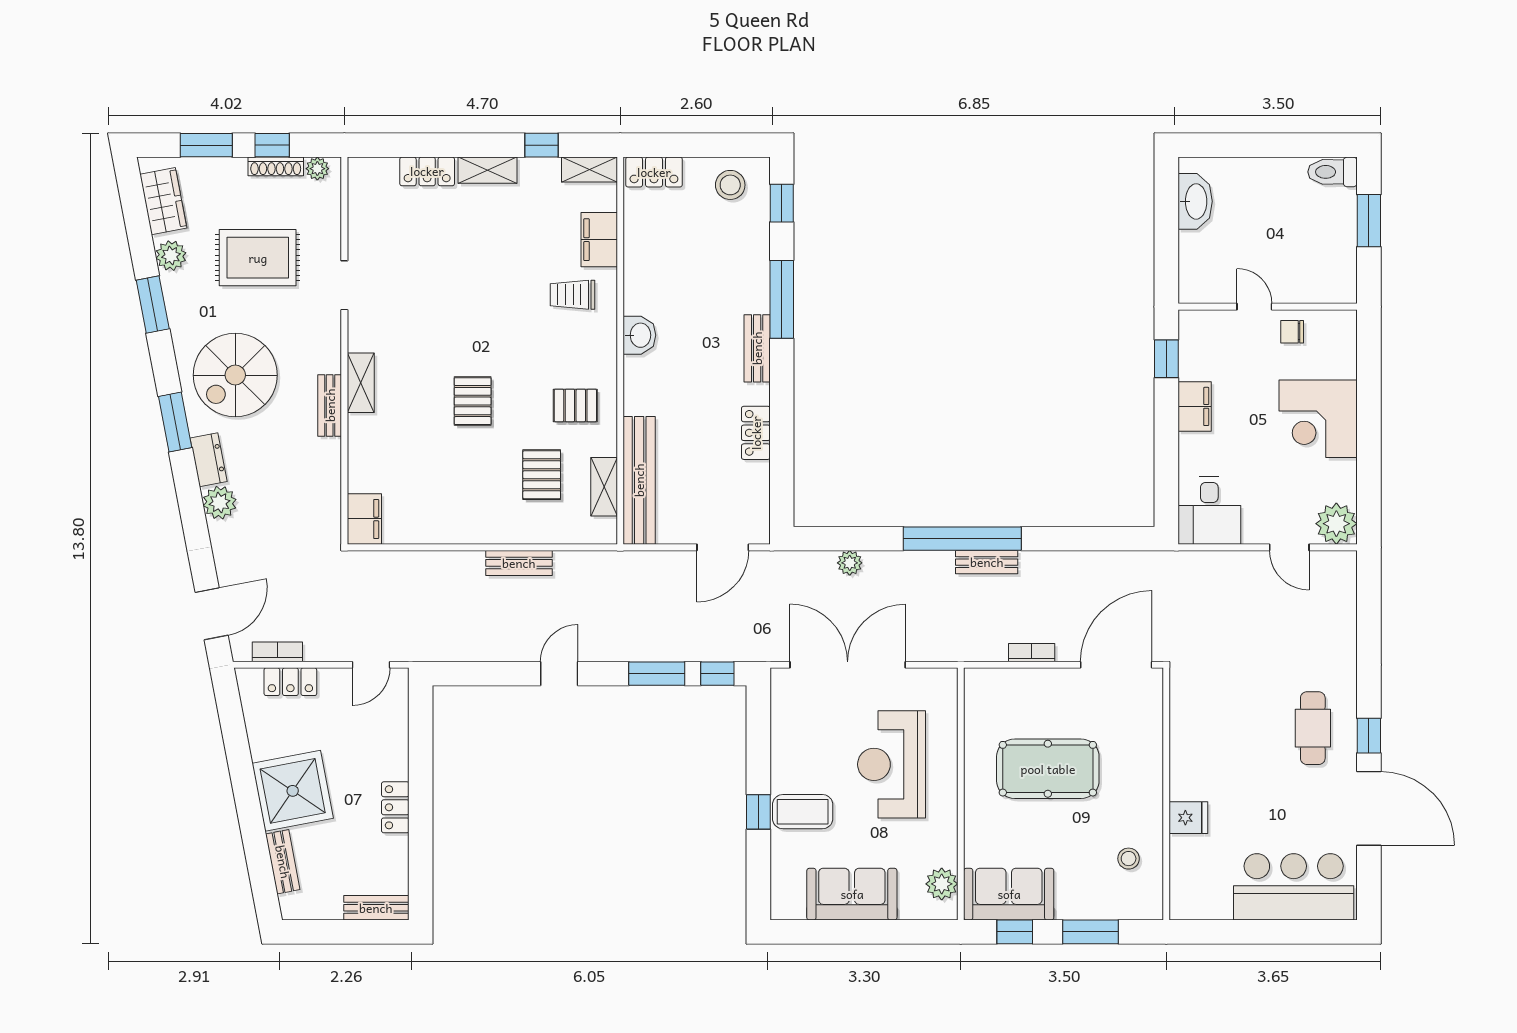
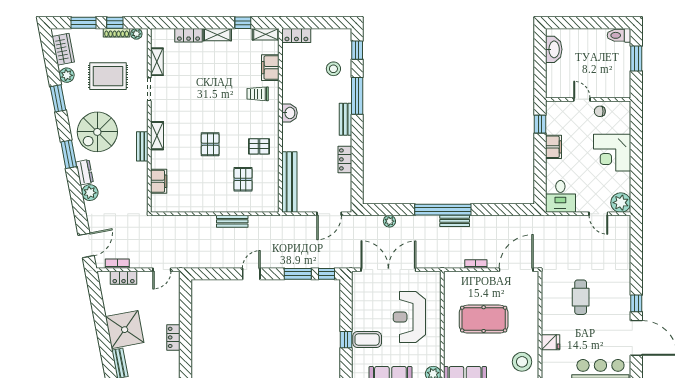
stool: (730, 185) -> (333, 69), moved
shelving: (604, 487) -> (157, 62), moved
filing cabinet: (364, 519) -> (159, 181), moved
cafe table: (1313, 728) -> (581, 297), moved
stool: (1129, 859) -> (522, 362), width x1.89, depth x1.89

